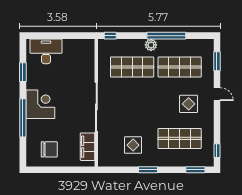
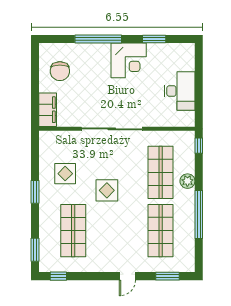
plant: (151, 45) -> (187, 181), moved
desk: (46, 51) -> (180, 91), moved
corner desk: (40, 104) -> (129, 60), moved
display table: (189, 104) -> (107, 190), moved
filing cabinet: (88, 147) -> (48, 110), moved, turned 90

